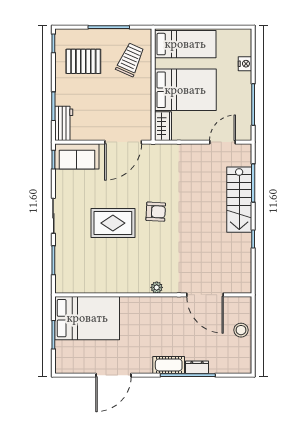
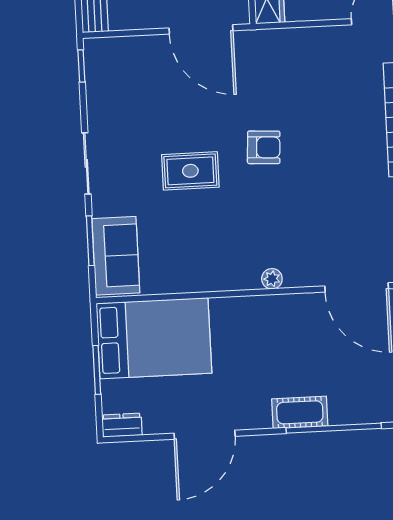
door: (123, 142) -> (201, 29), hinge flipped
sofa: (77, 156) -> (116, 256), moved, turned -90
rug: (113, 223) -> (190, 171), width x0.73, depth x0.70
dresser: (197, 367) -> (122, 425), moved

